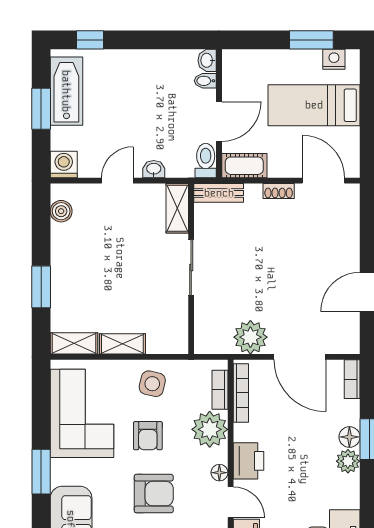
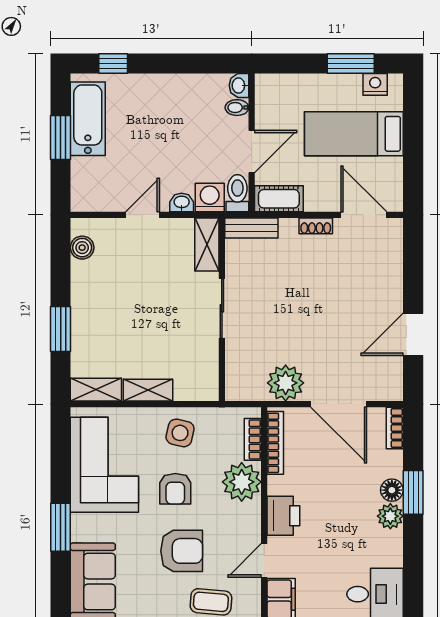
washing machine: (64, 165) -> (210, 197), moved
floor lamp: (219, 473) -> (252, 528), removed
door: (231, 502) -> (264, 560), swing flipped

